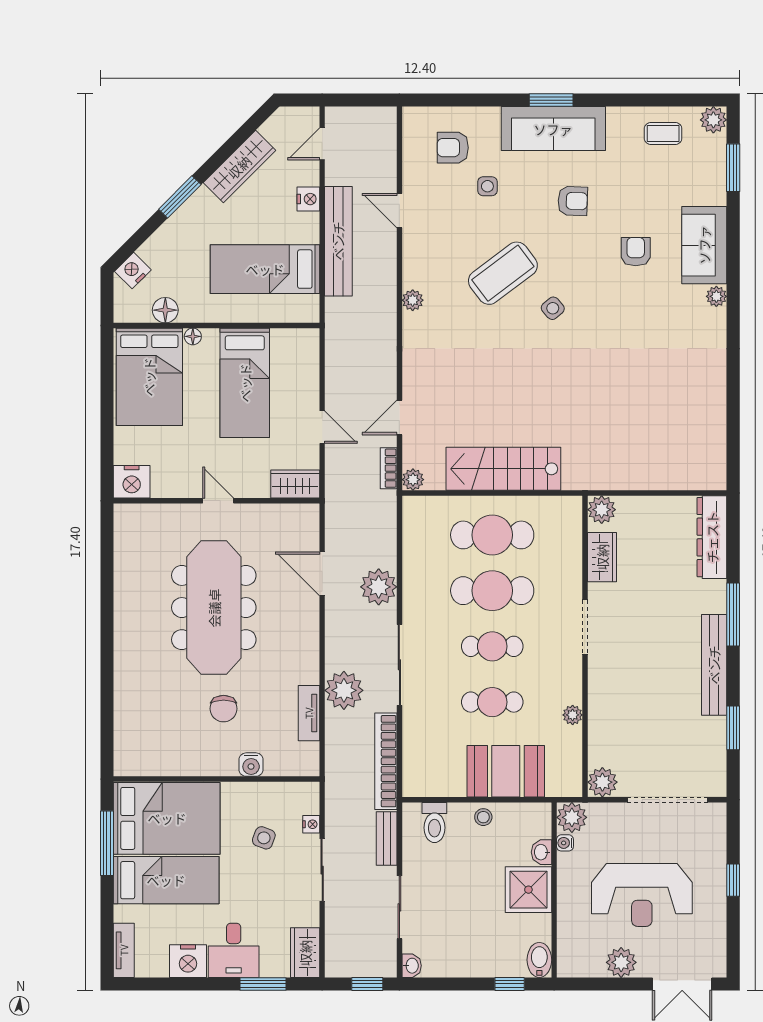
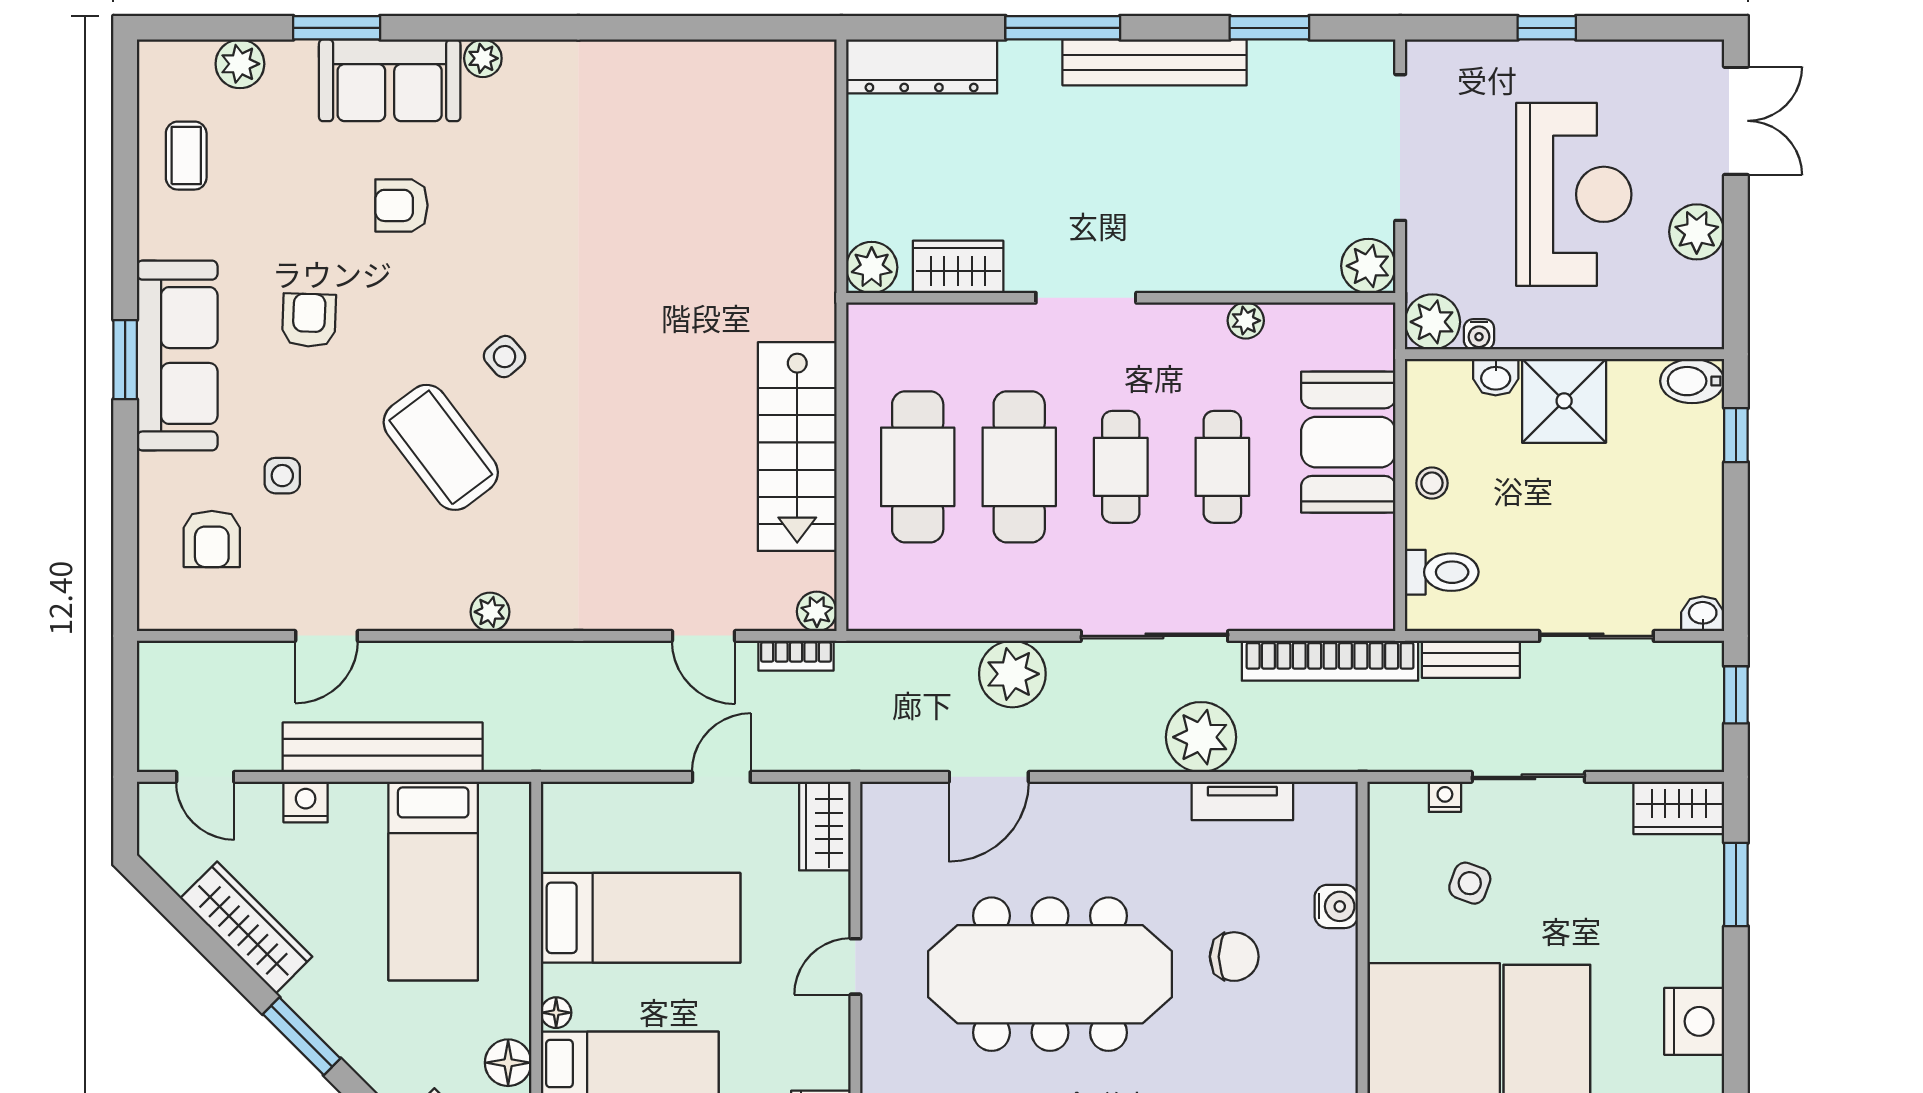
plant: (713, 120) -> (240, 64), moved
window: (733, 168) -> (337, 28), moved
desk: (234, 950) -> (1675, 938), removed

